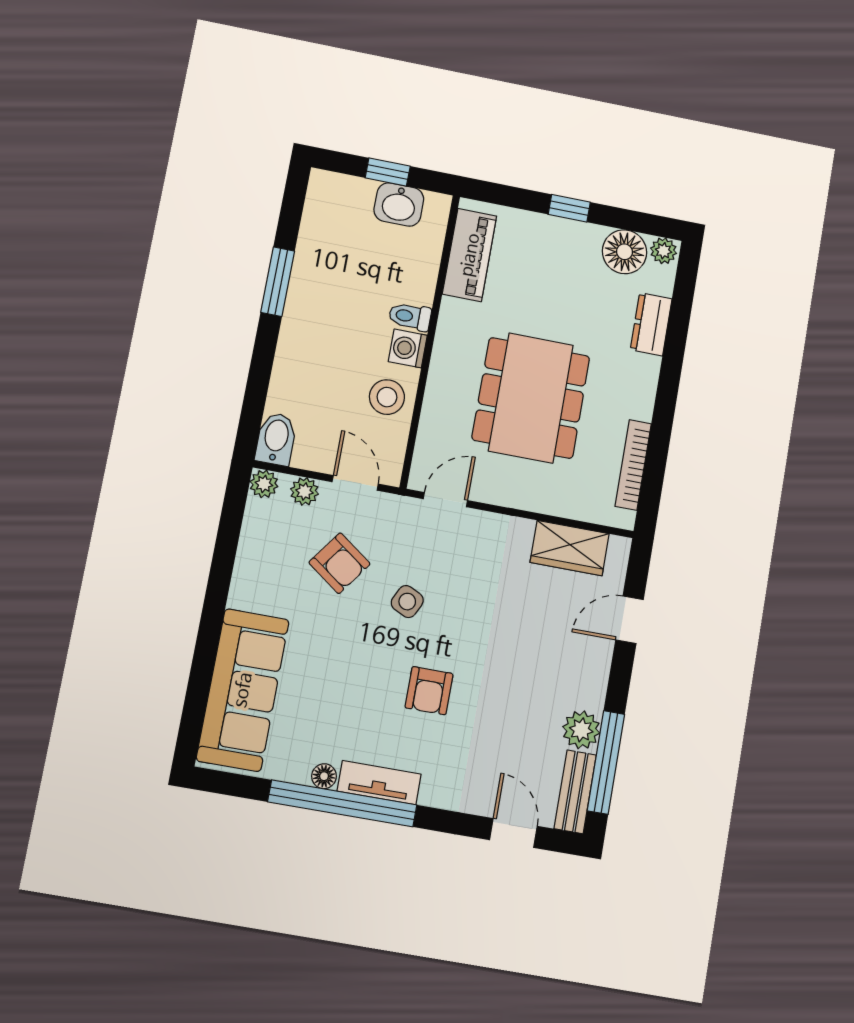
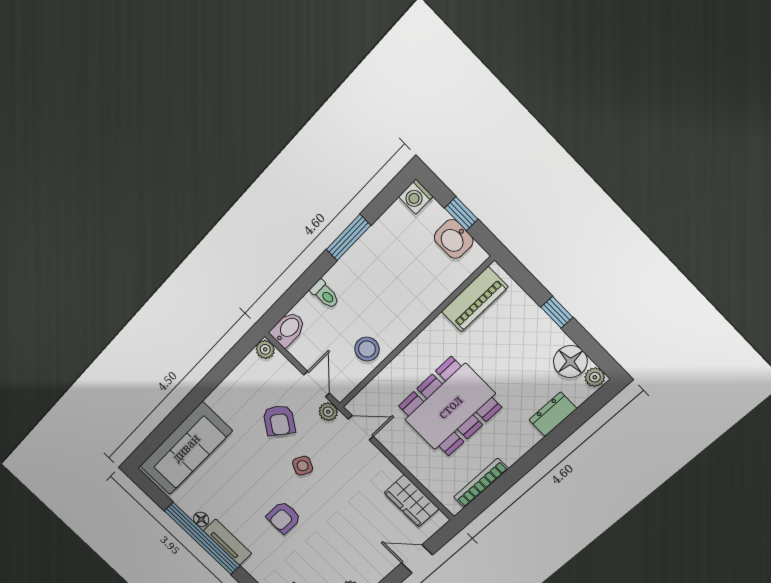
toilet: (410, 317) -> (325, 294), moved, turned 180
washing machine: (408, 348) -> (416, 197), moved, turned -90
plant: (305, 491) -> (328, 412), moved

